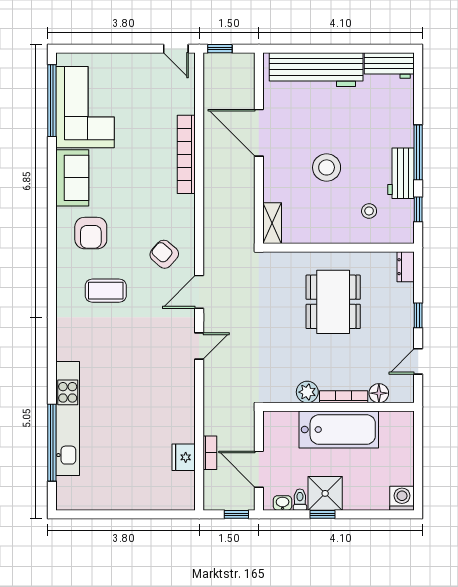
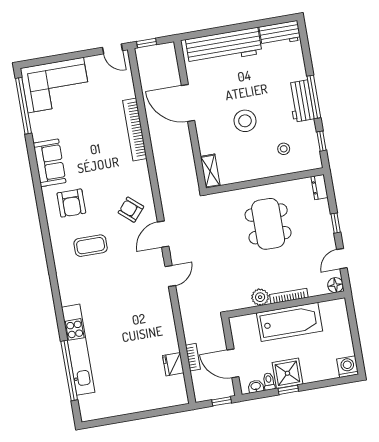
corner sofa: (85, 107) -> (56, 85), moved, turned 90
workbench: (401, 173) -> (301, 101), moved
floor lamp: (379, 393) -> (335, 285), moved

